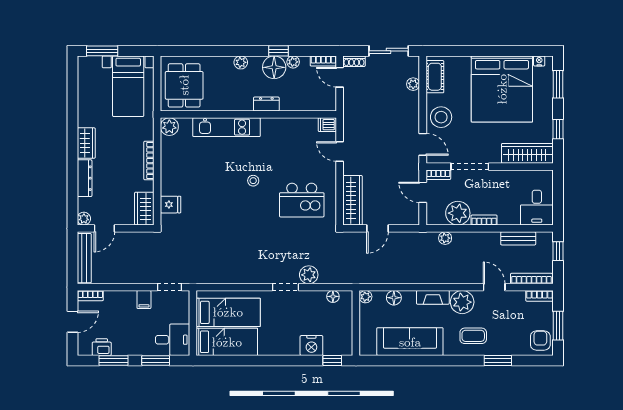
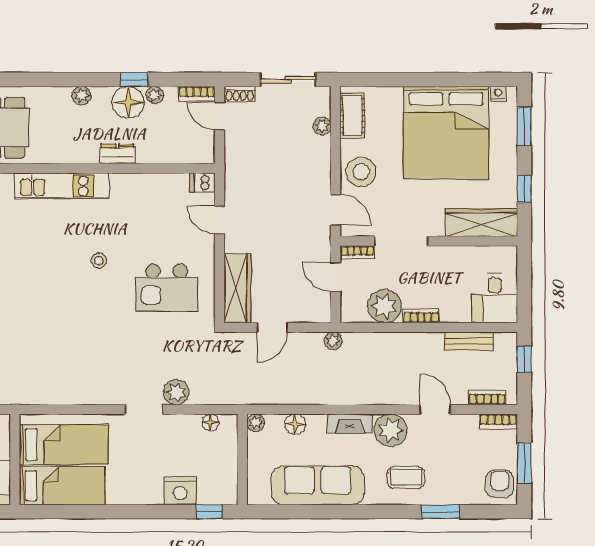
plant: (445, 238) -> (333, 341), moved
bookcase: (531, 279) -> (487, 397), width x0.64

